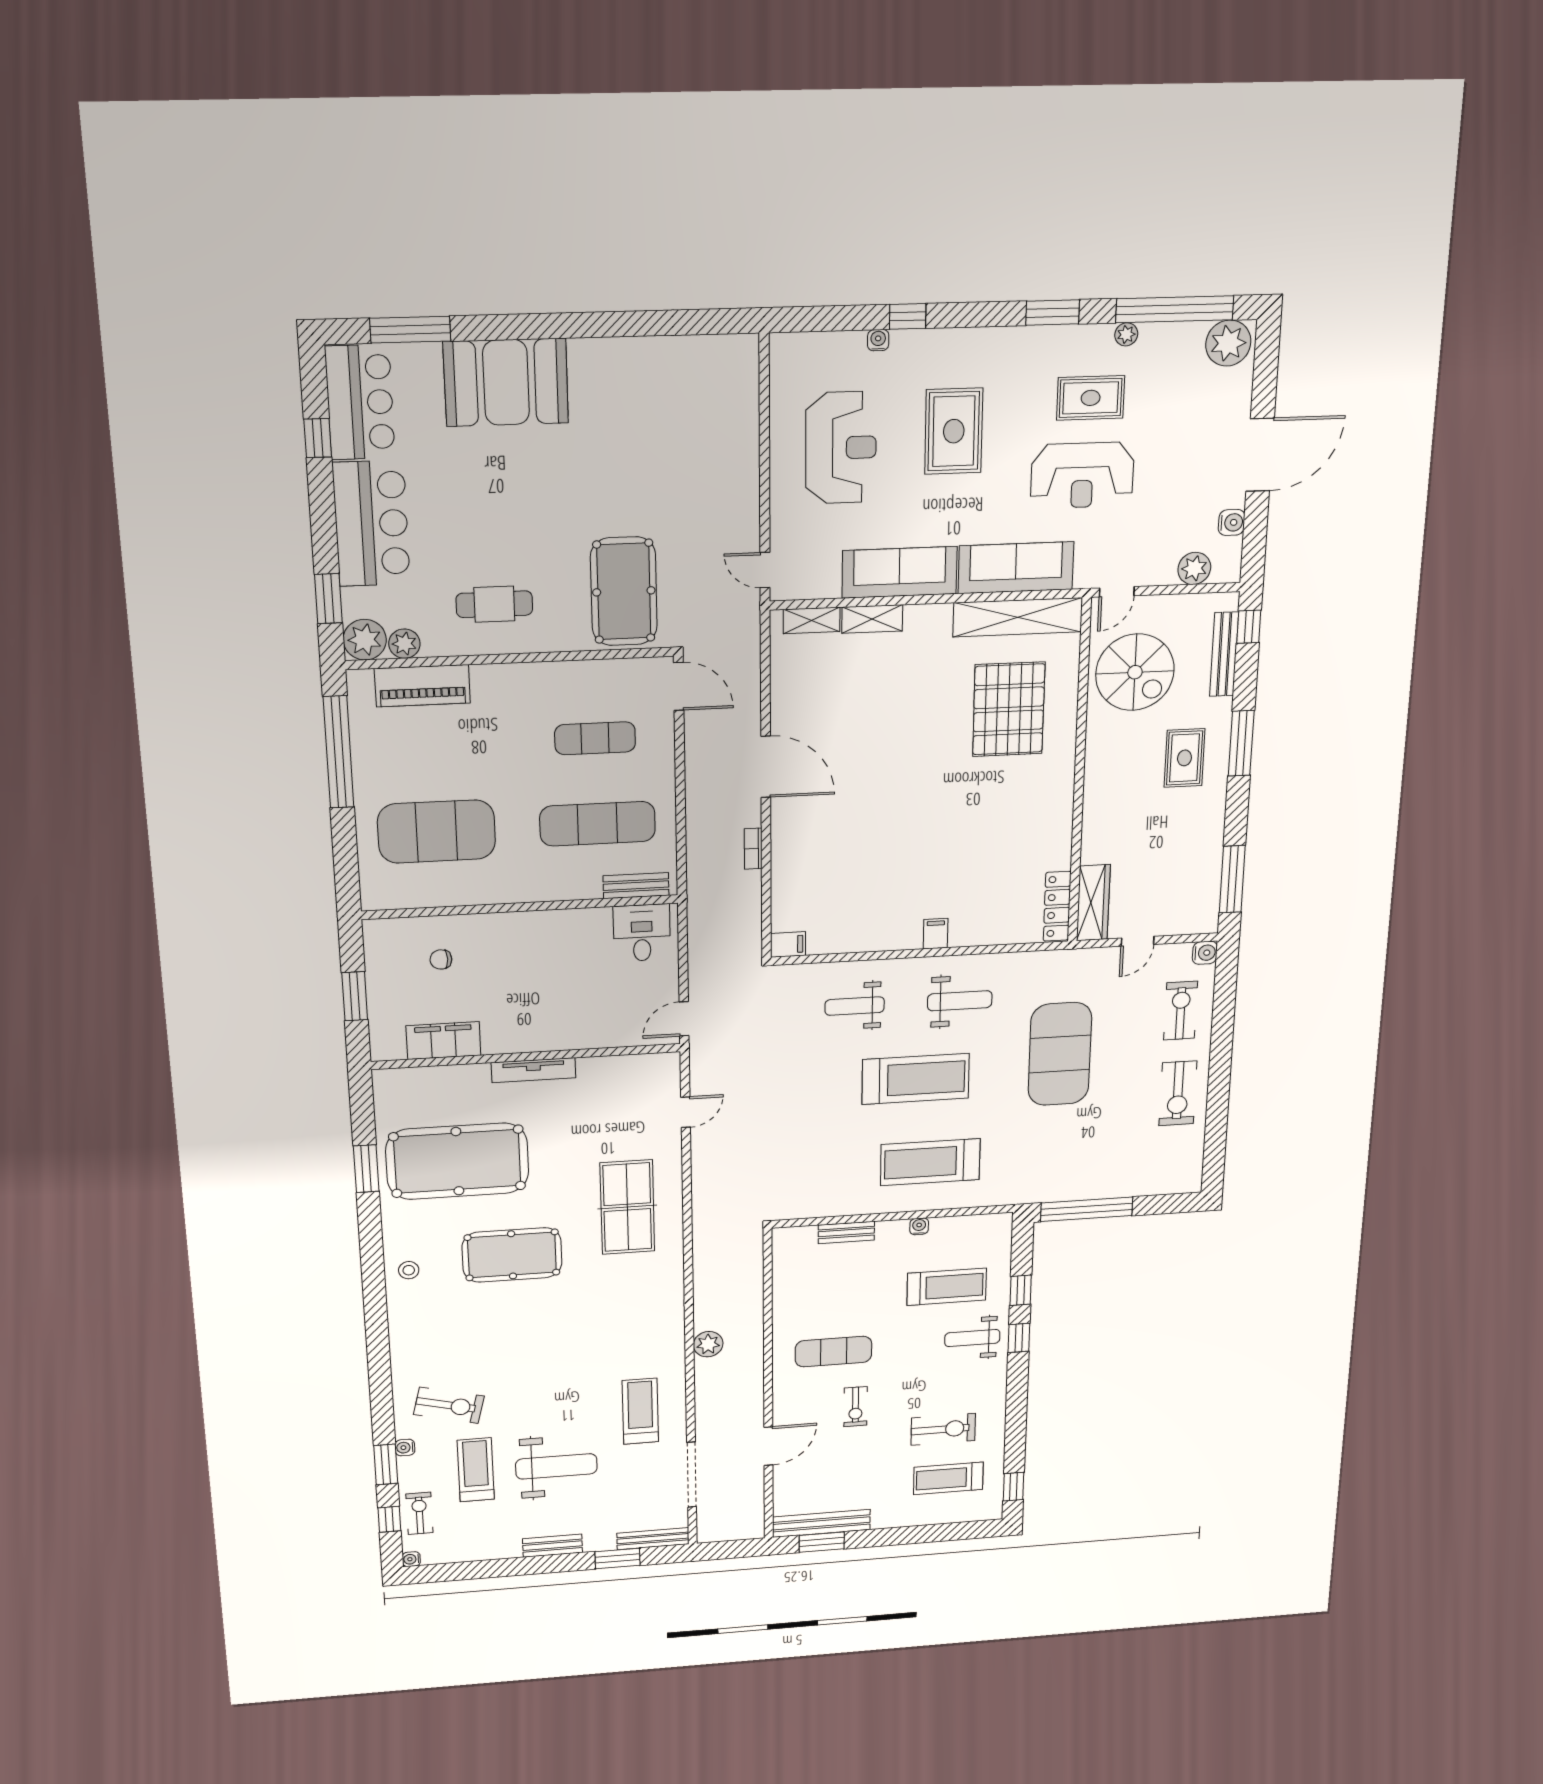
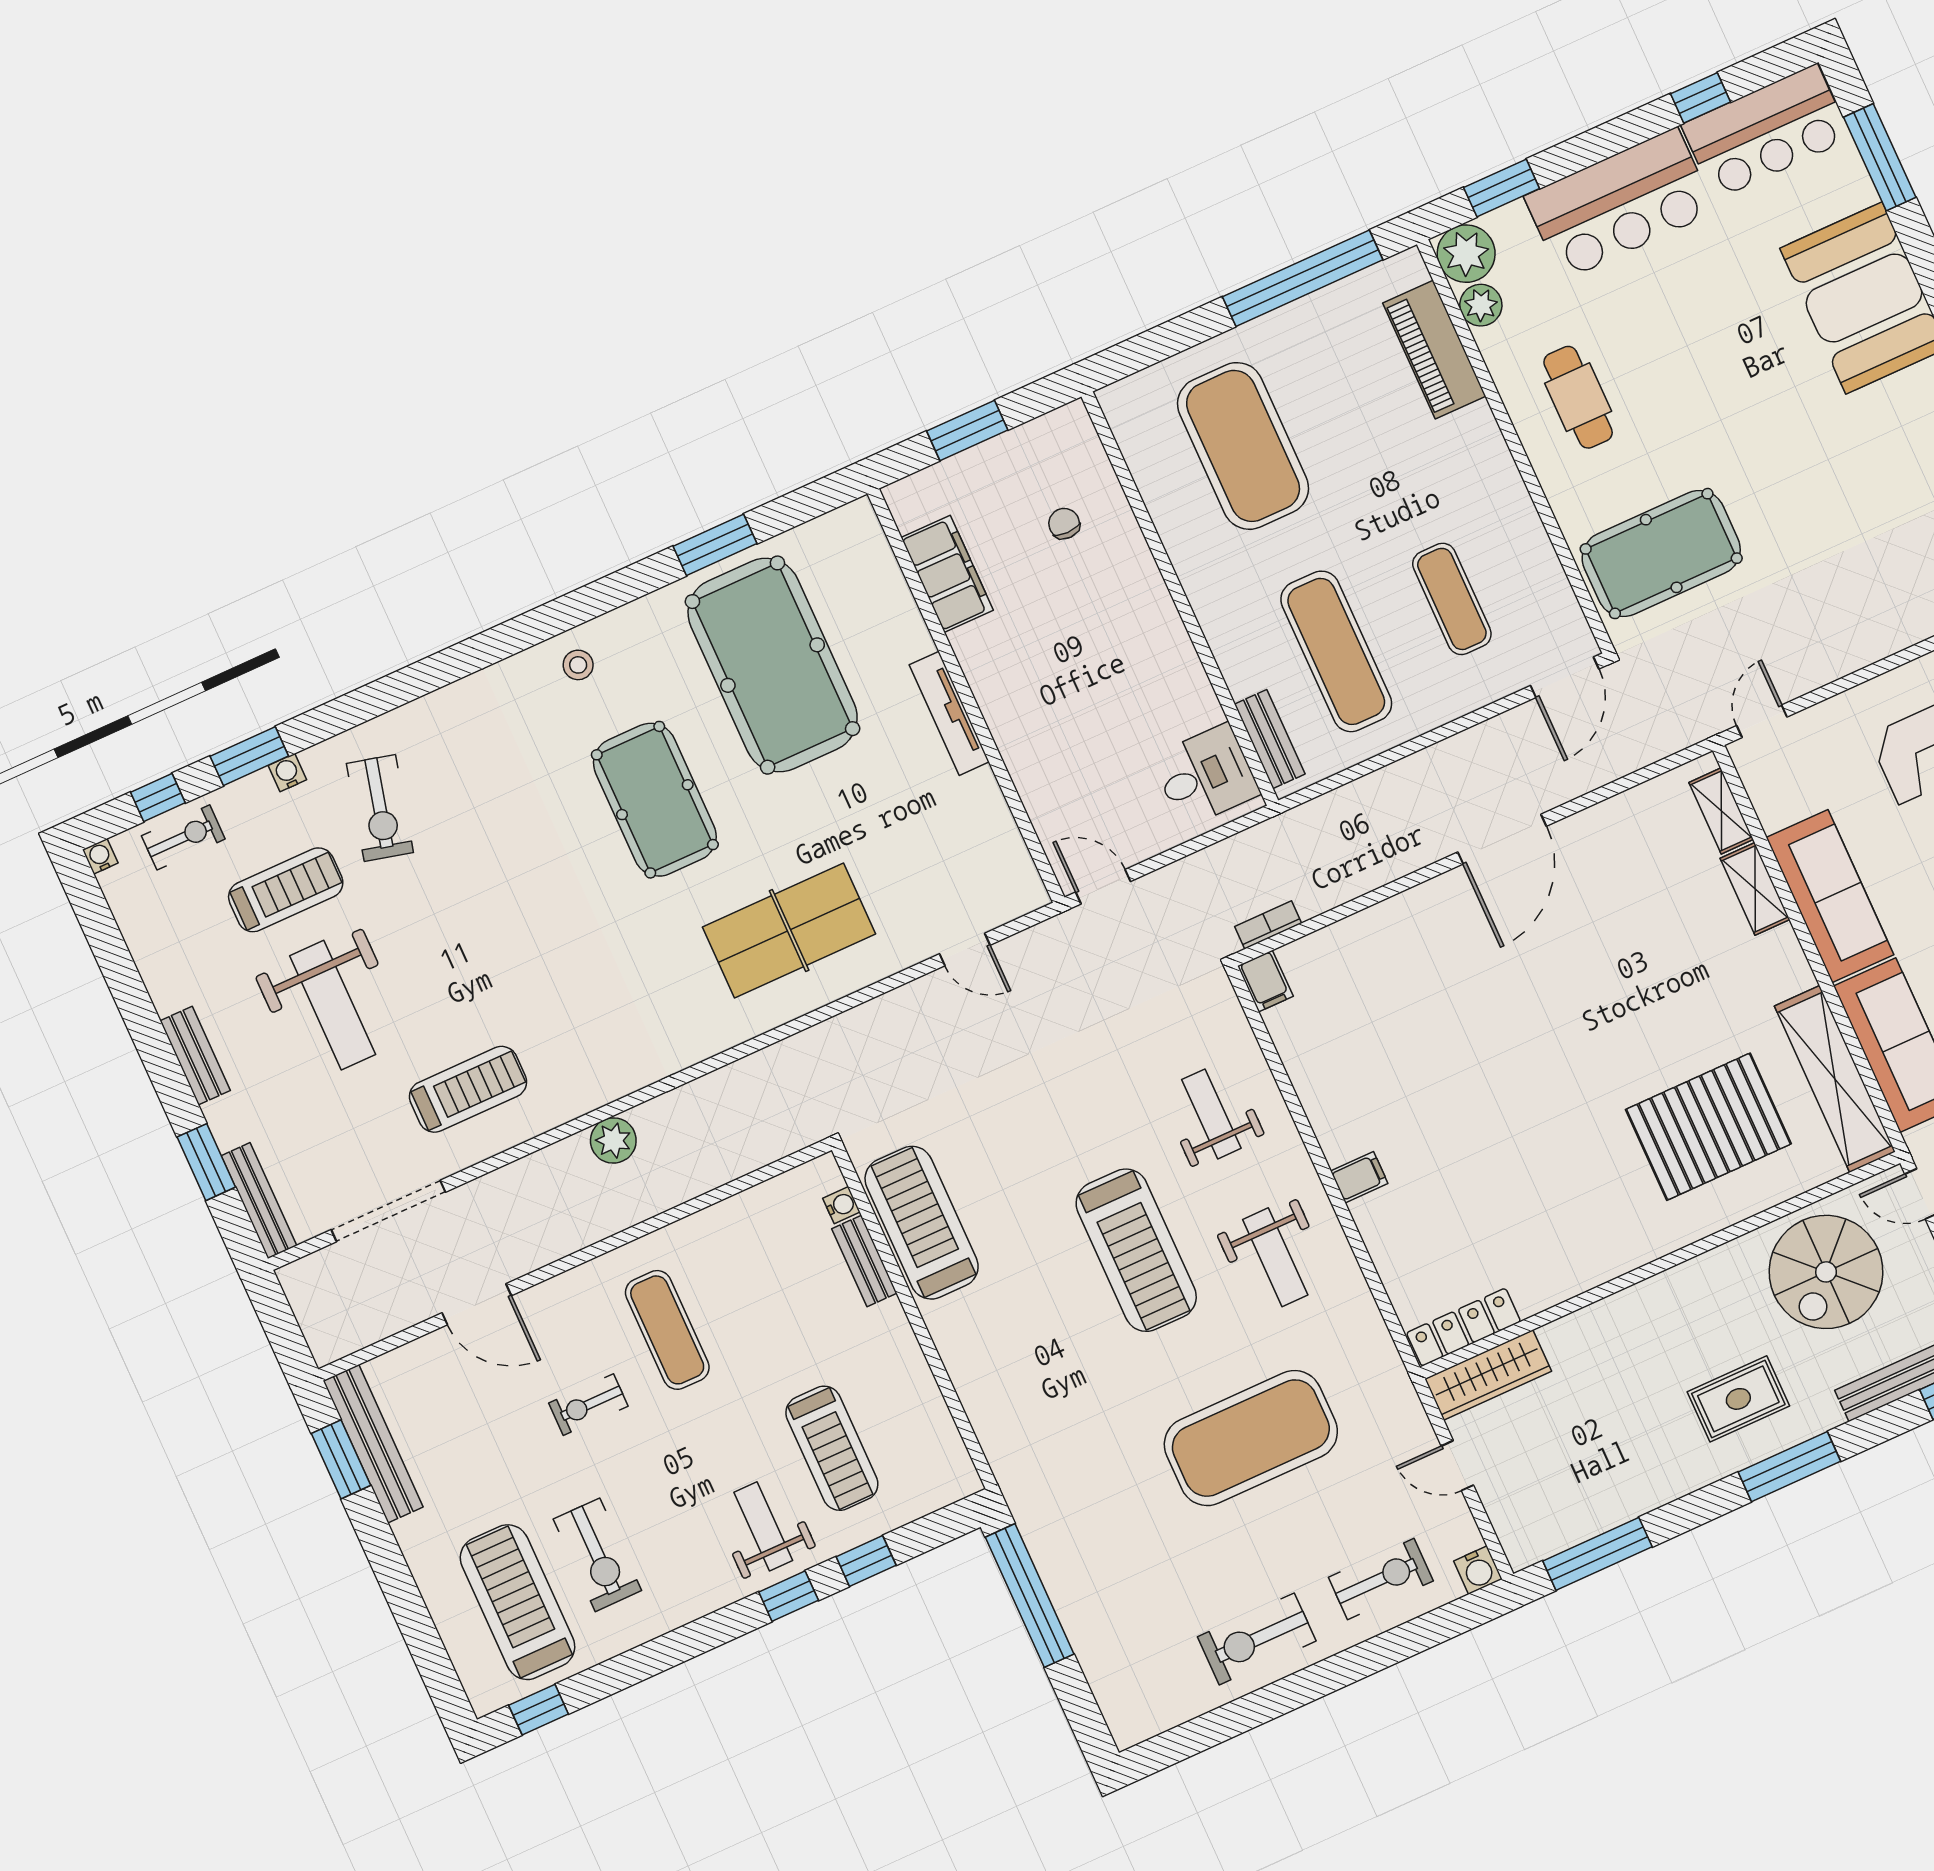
bookcase: (753, 849) -> (1268, 925), moved
treadmill: (930, 1162) -> (922, 1223), moved
water cooler: (919, 1226) -> (841, 1205), moved
treadmill: (948, 1478) -> (517, 1602), width x1.37, depth x1.38

